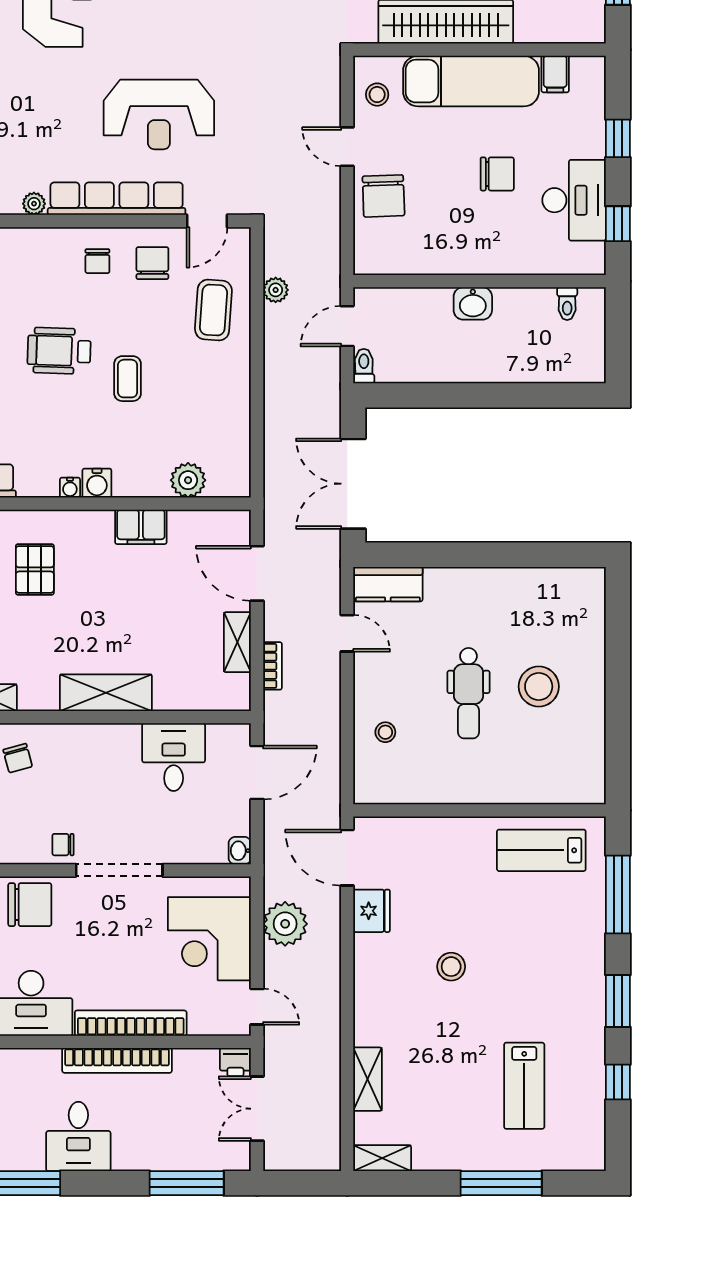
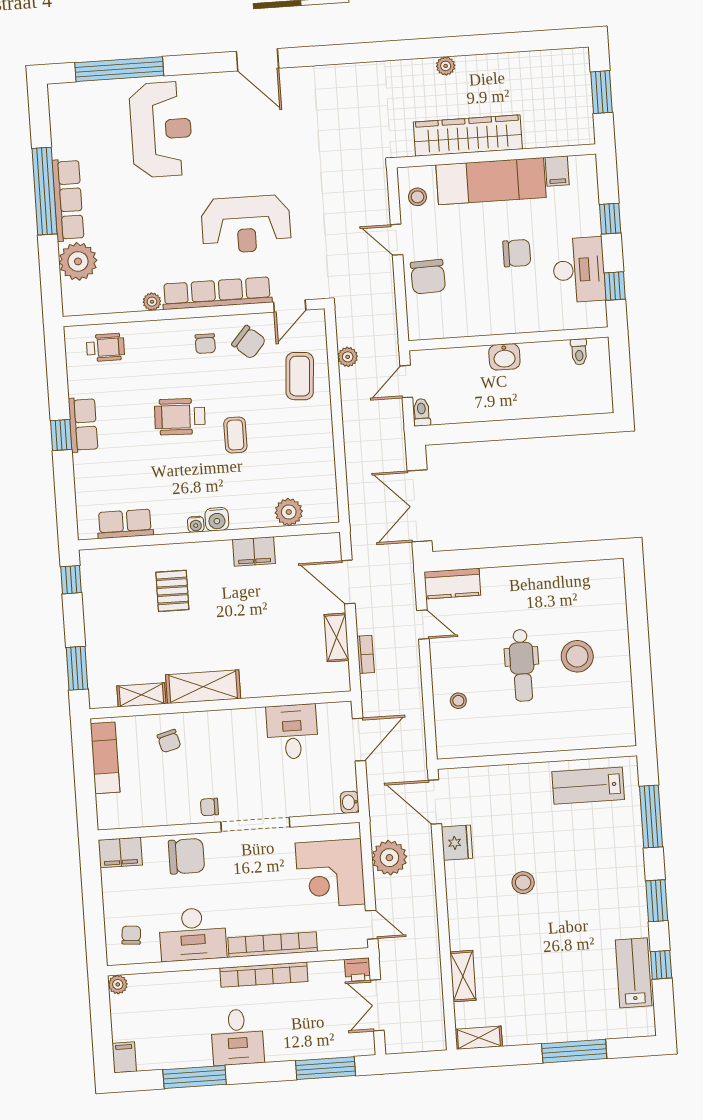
chair: (152, 263) -> (249, 342), turned 131
shelving: (106, 693) -> (203, 687), moved
lab bench: (524, 1086) -> (634, 973), moved, turned 180

